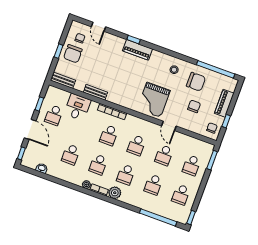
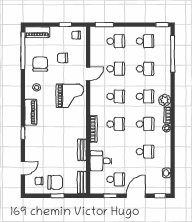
piano: (137, 50) -> (31, 112), moved
piano: (224, 103) -> (37, 32), moved

